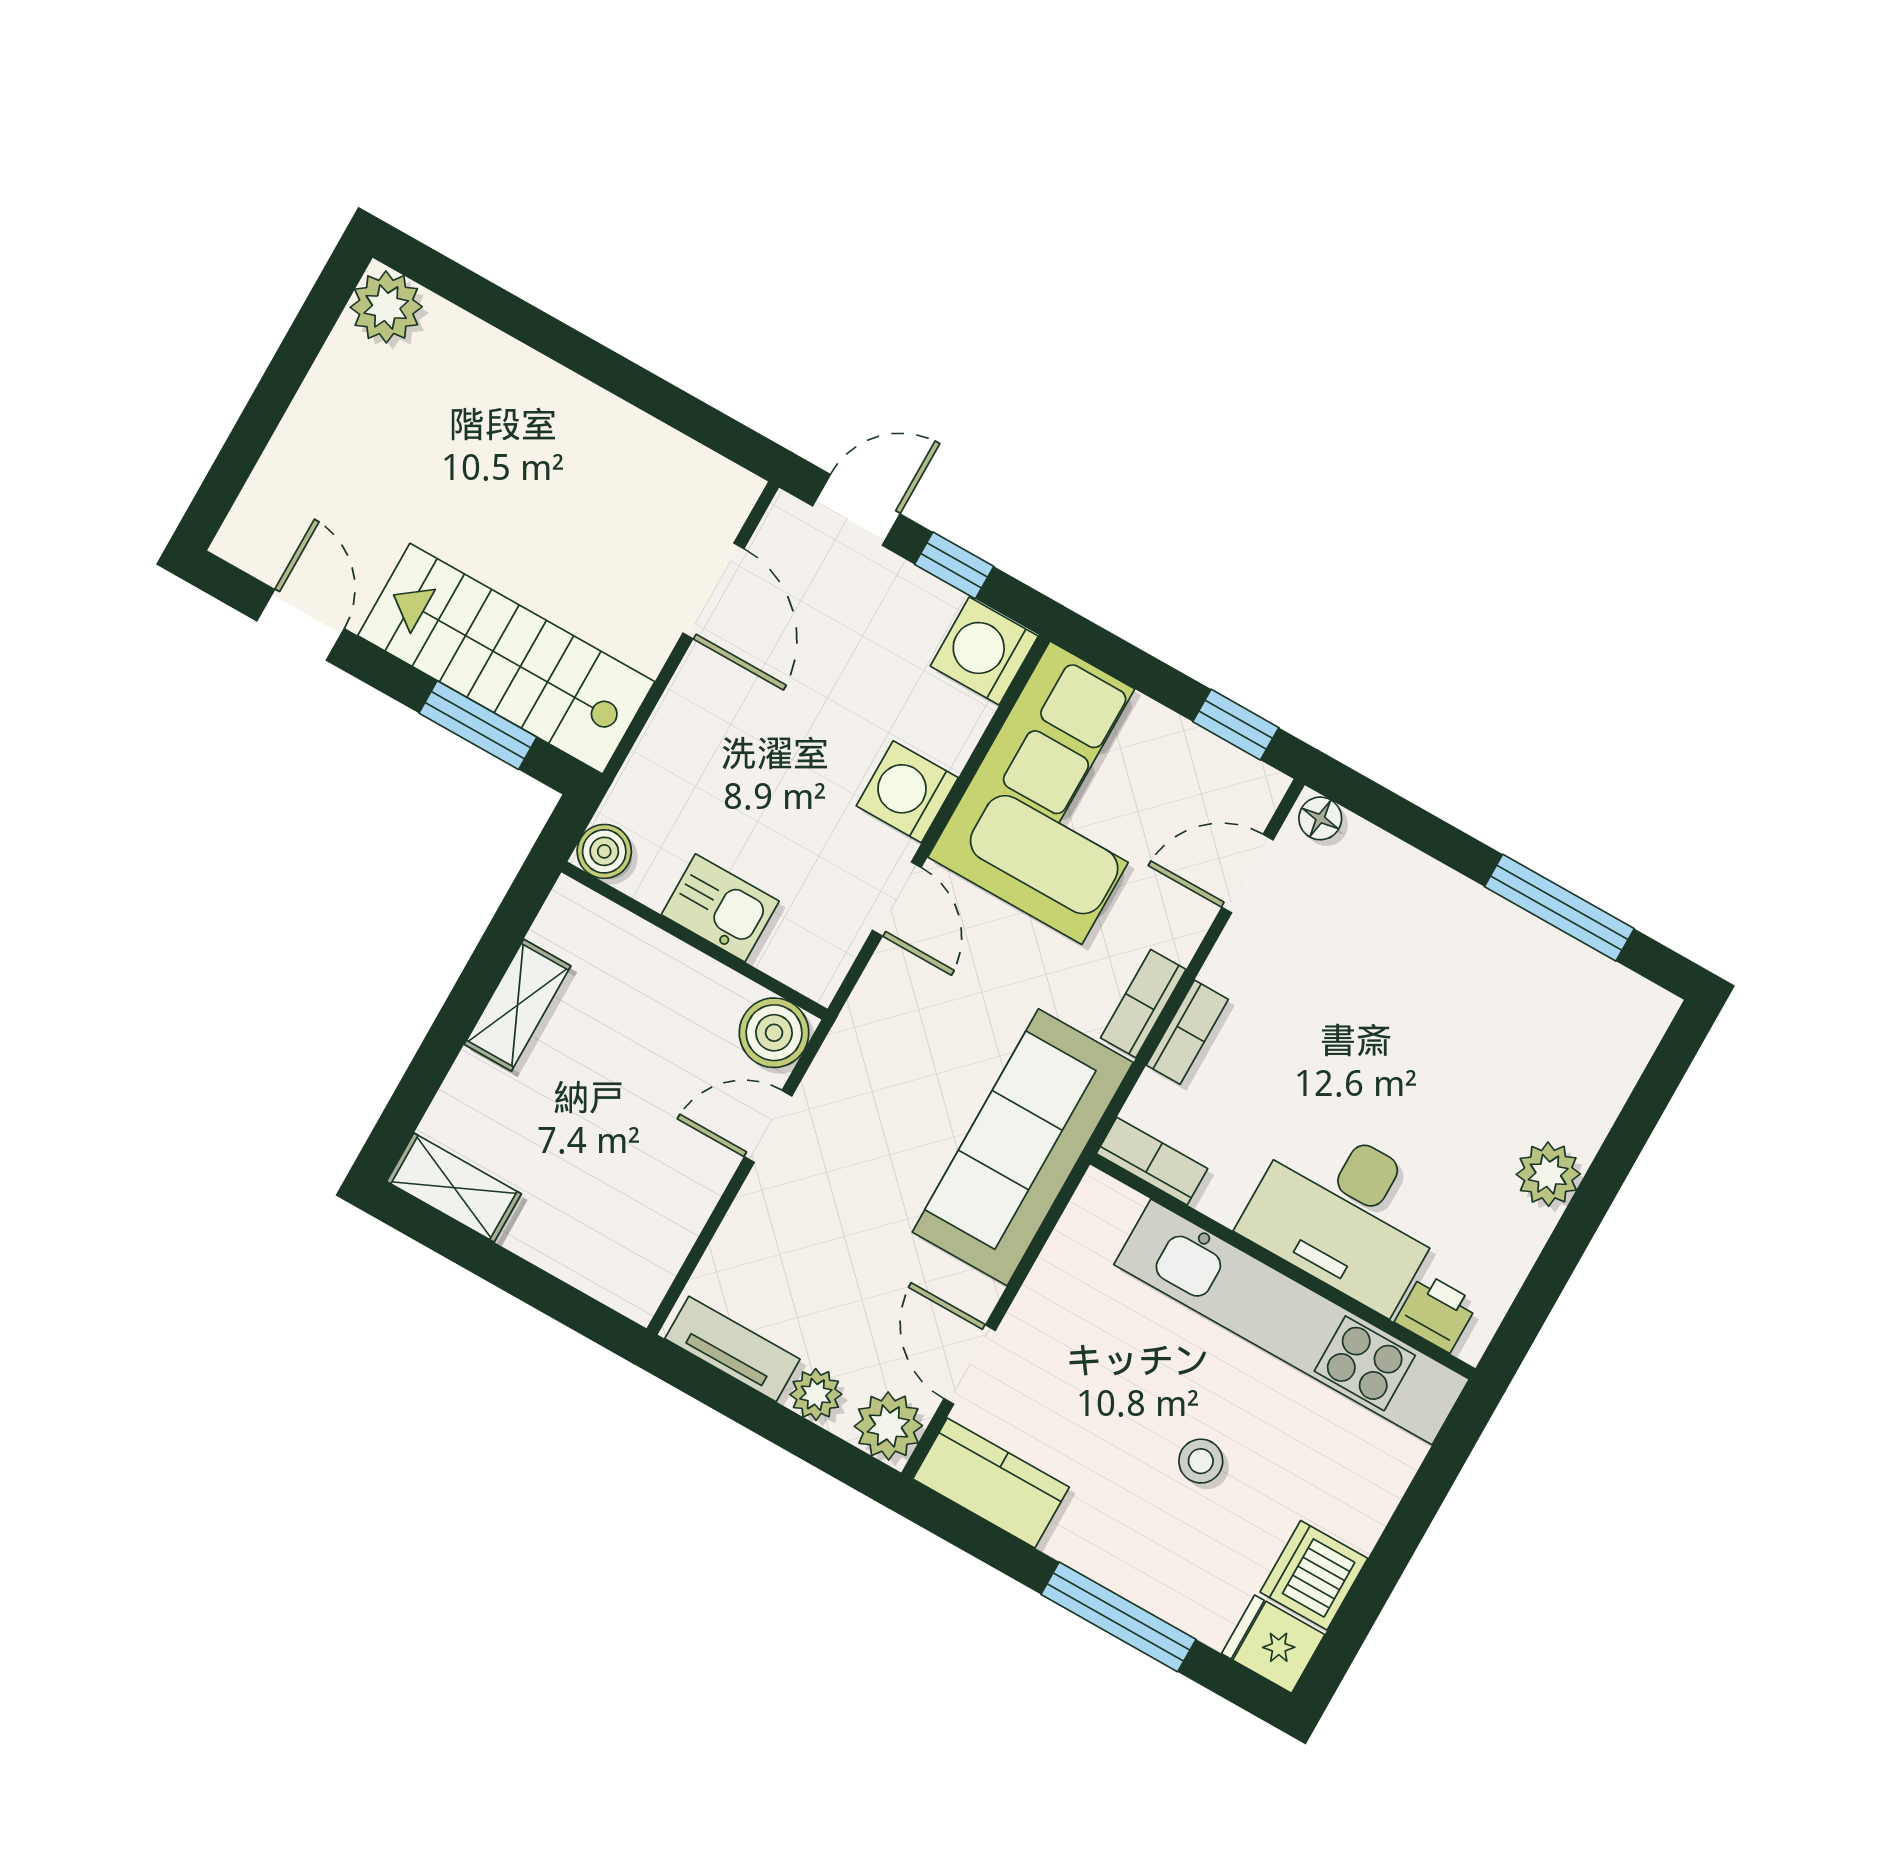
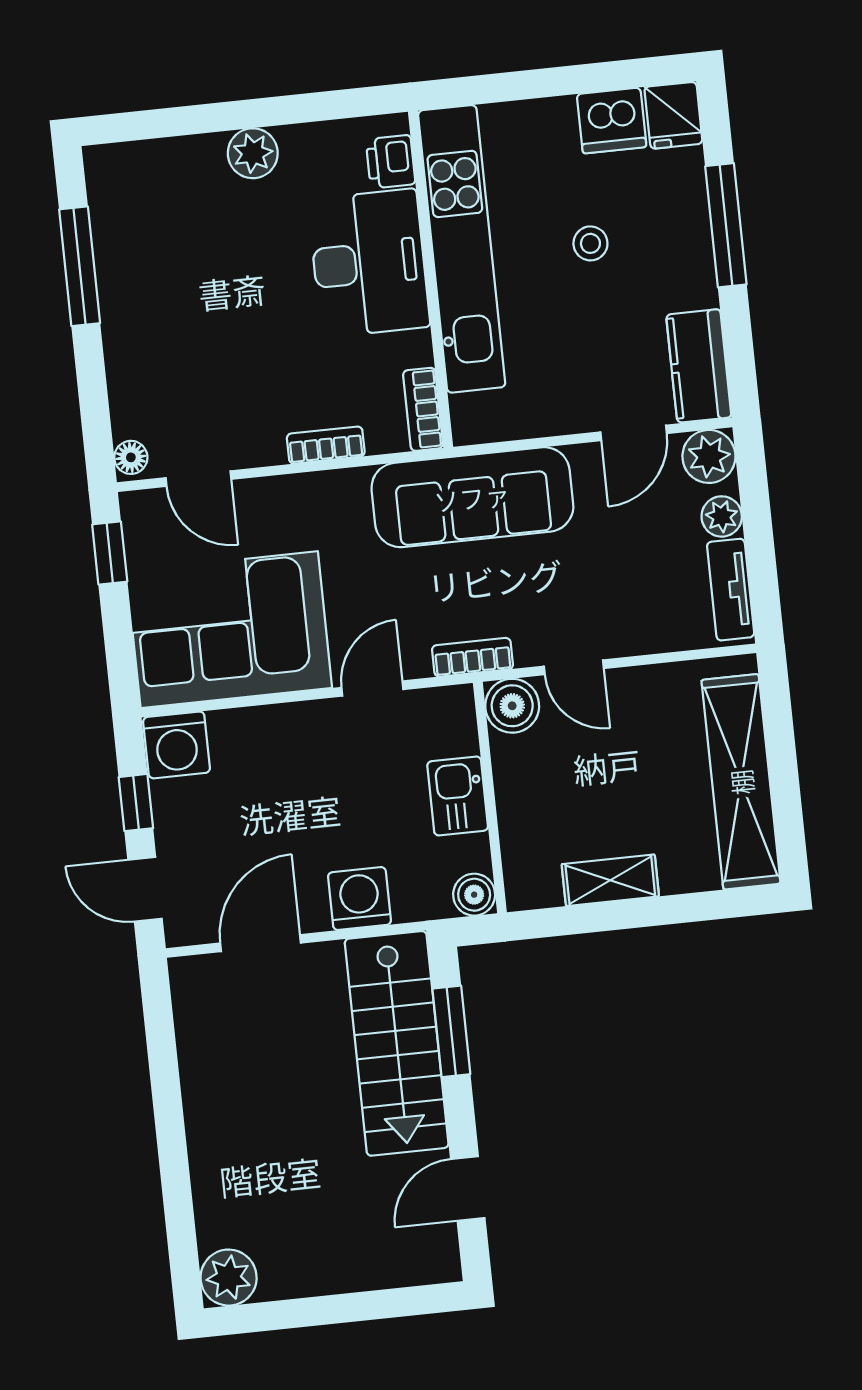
washing machine: (907, 792) -> (359, 899), moved, turned 180
bookcase: (1143, 1004) -> (473, 657), moved, turned 180
shelving: (454, 1188) -> (741, 782), width x2.20, depth x1.33

